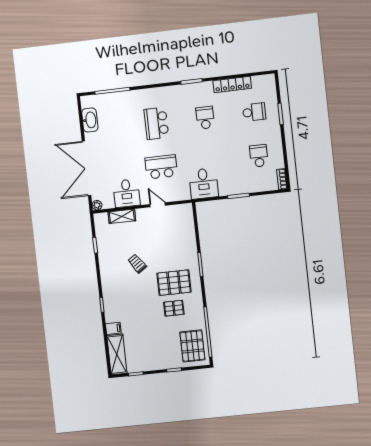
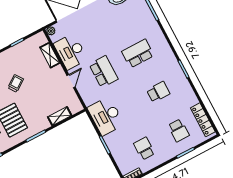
locker: (232, 84) -> (203, 120), moved
school desk: (259, 156) -> (144, 149), turned -90
desk: (204, 184) -> (106, 116), width x1.37
desk: (127, 193) -> (71, 52), width x1.37
shelving: (189, 231) -> (60, 116), added

